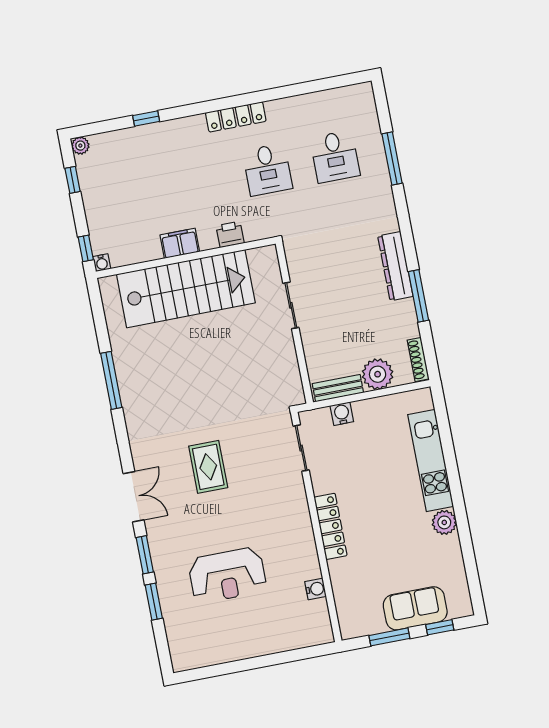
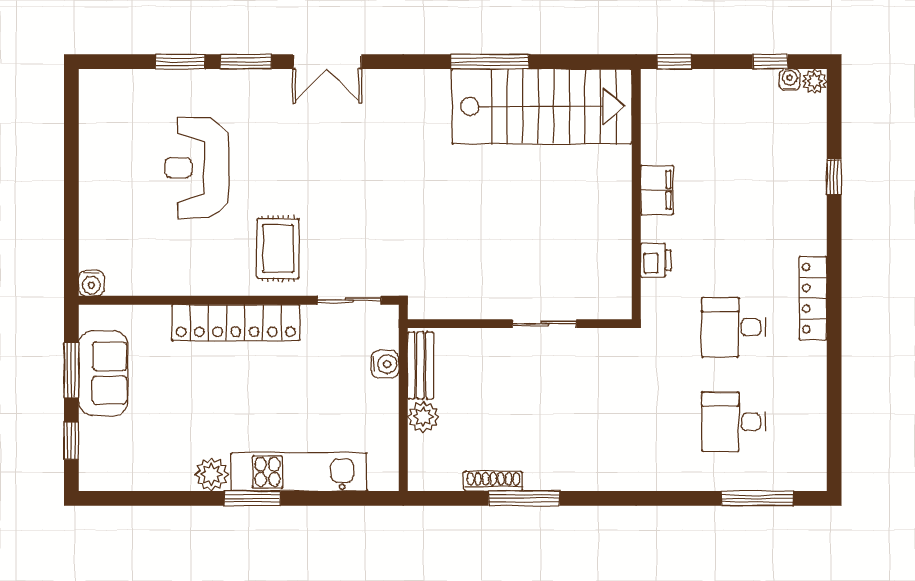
window: (392, 158) -> (757, 498), moved
water cooler: (102, 263) -> (790, 79), moved, turned 90
dresser: (395, 266) -> (570, 475), removed
stairs: (186, 289) -> (542, 106), moved, turned -90
shoe rack: (418, 359) -> (493, 481), moved
plant: (378, 374) -> (423, 417), width x0.73, depth x0.73
rug: (208, 467) -> (278, 248), moved, turned 90
window: (456, 490) -> (252, 498), added
locker: (331, 526) -> (236, 323), width x1.41, depth x1.21
water cooler: (316, 589) -> (91, 283), moved
sofa: (415, 608) -> (103, 373), moved

